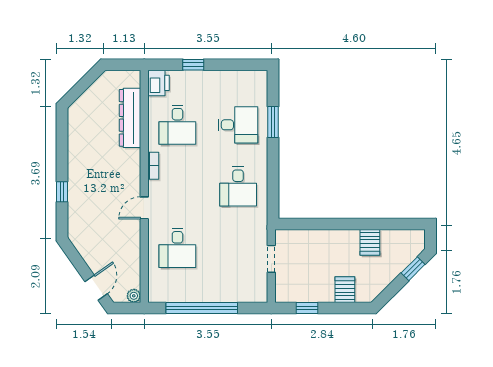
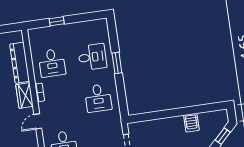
printer: (158, 83) -> (35, 37), removed
window: (273, 122) -> (117, 63), moved
wardrobe: (130, 167) -> (24, 96), added

